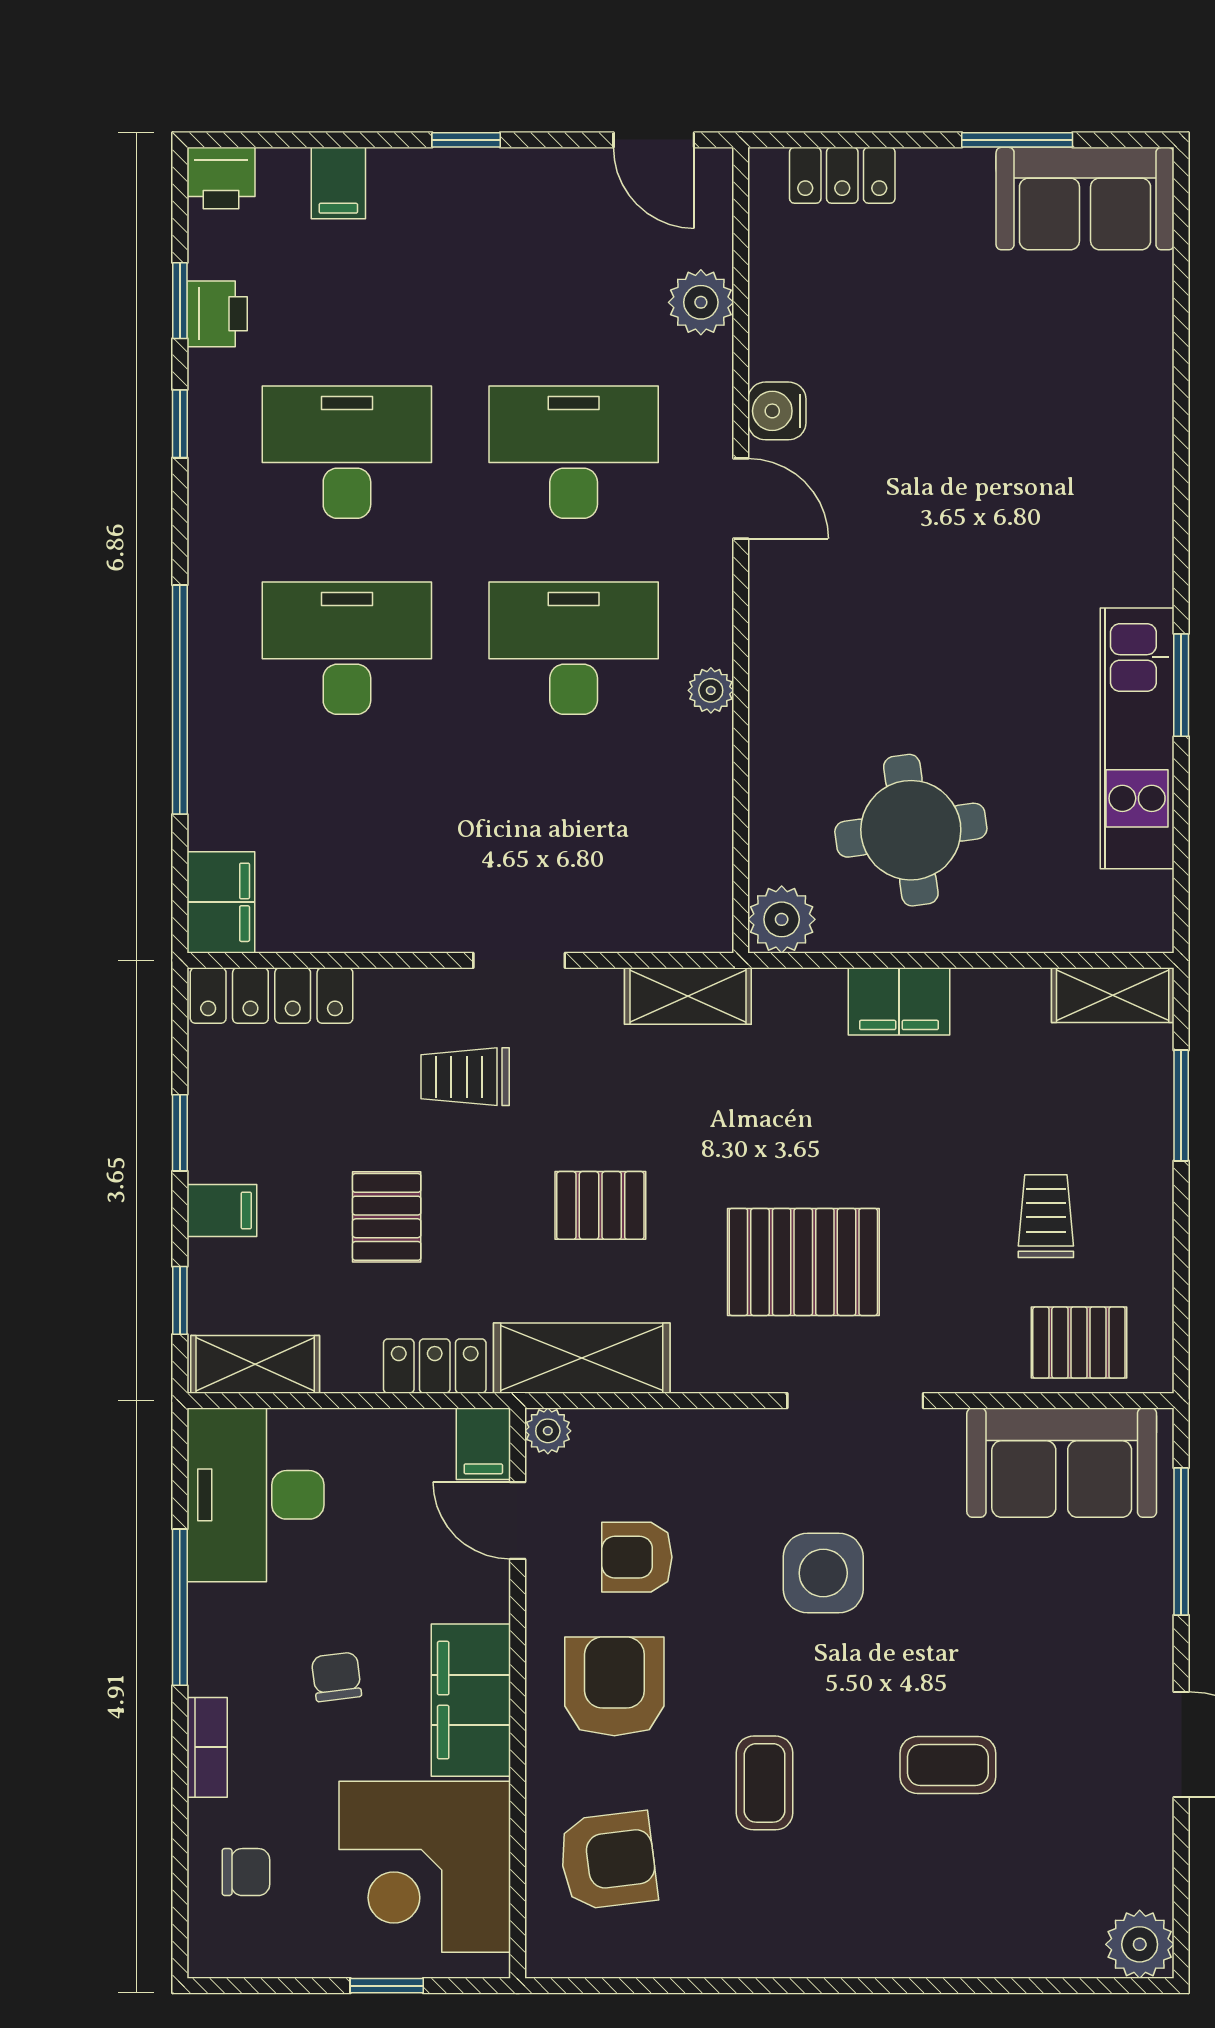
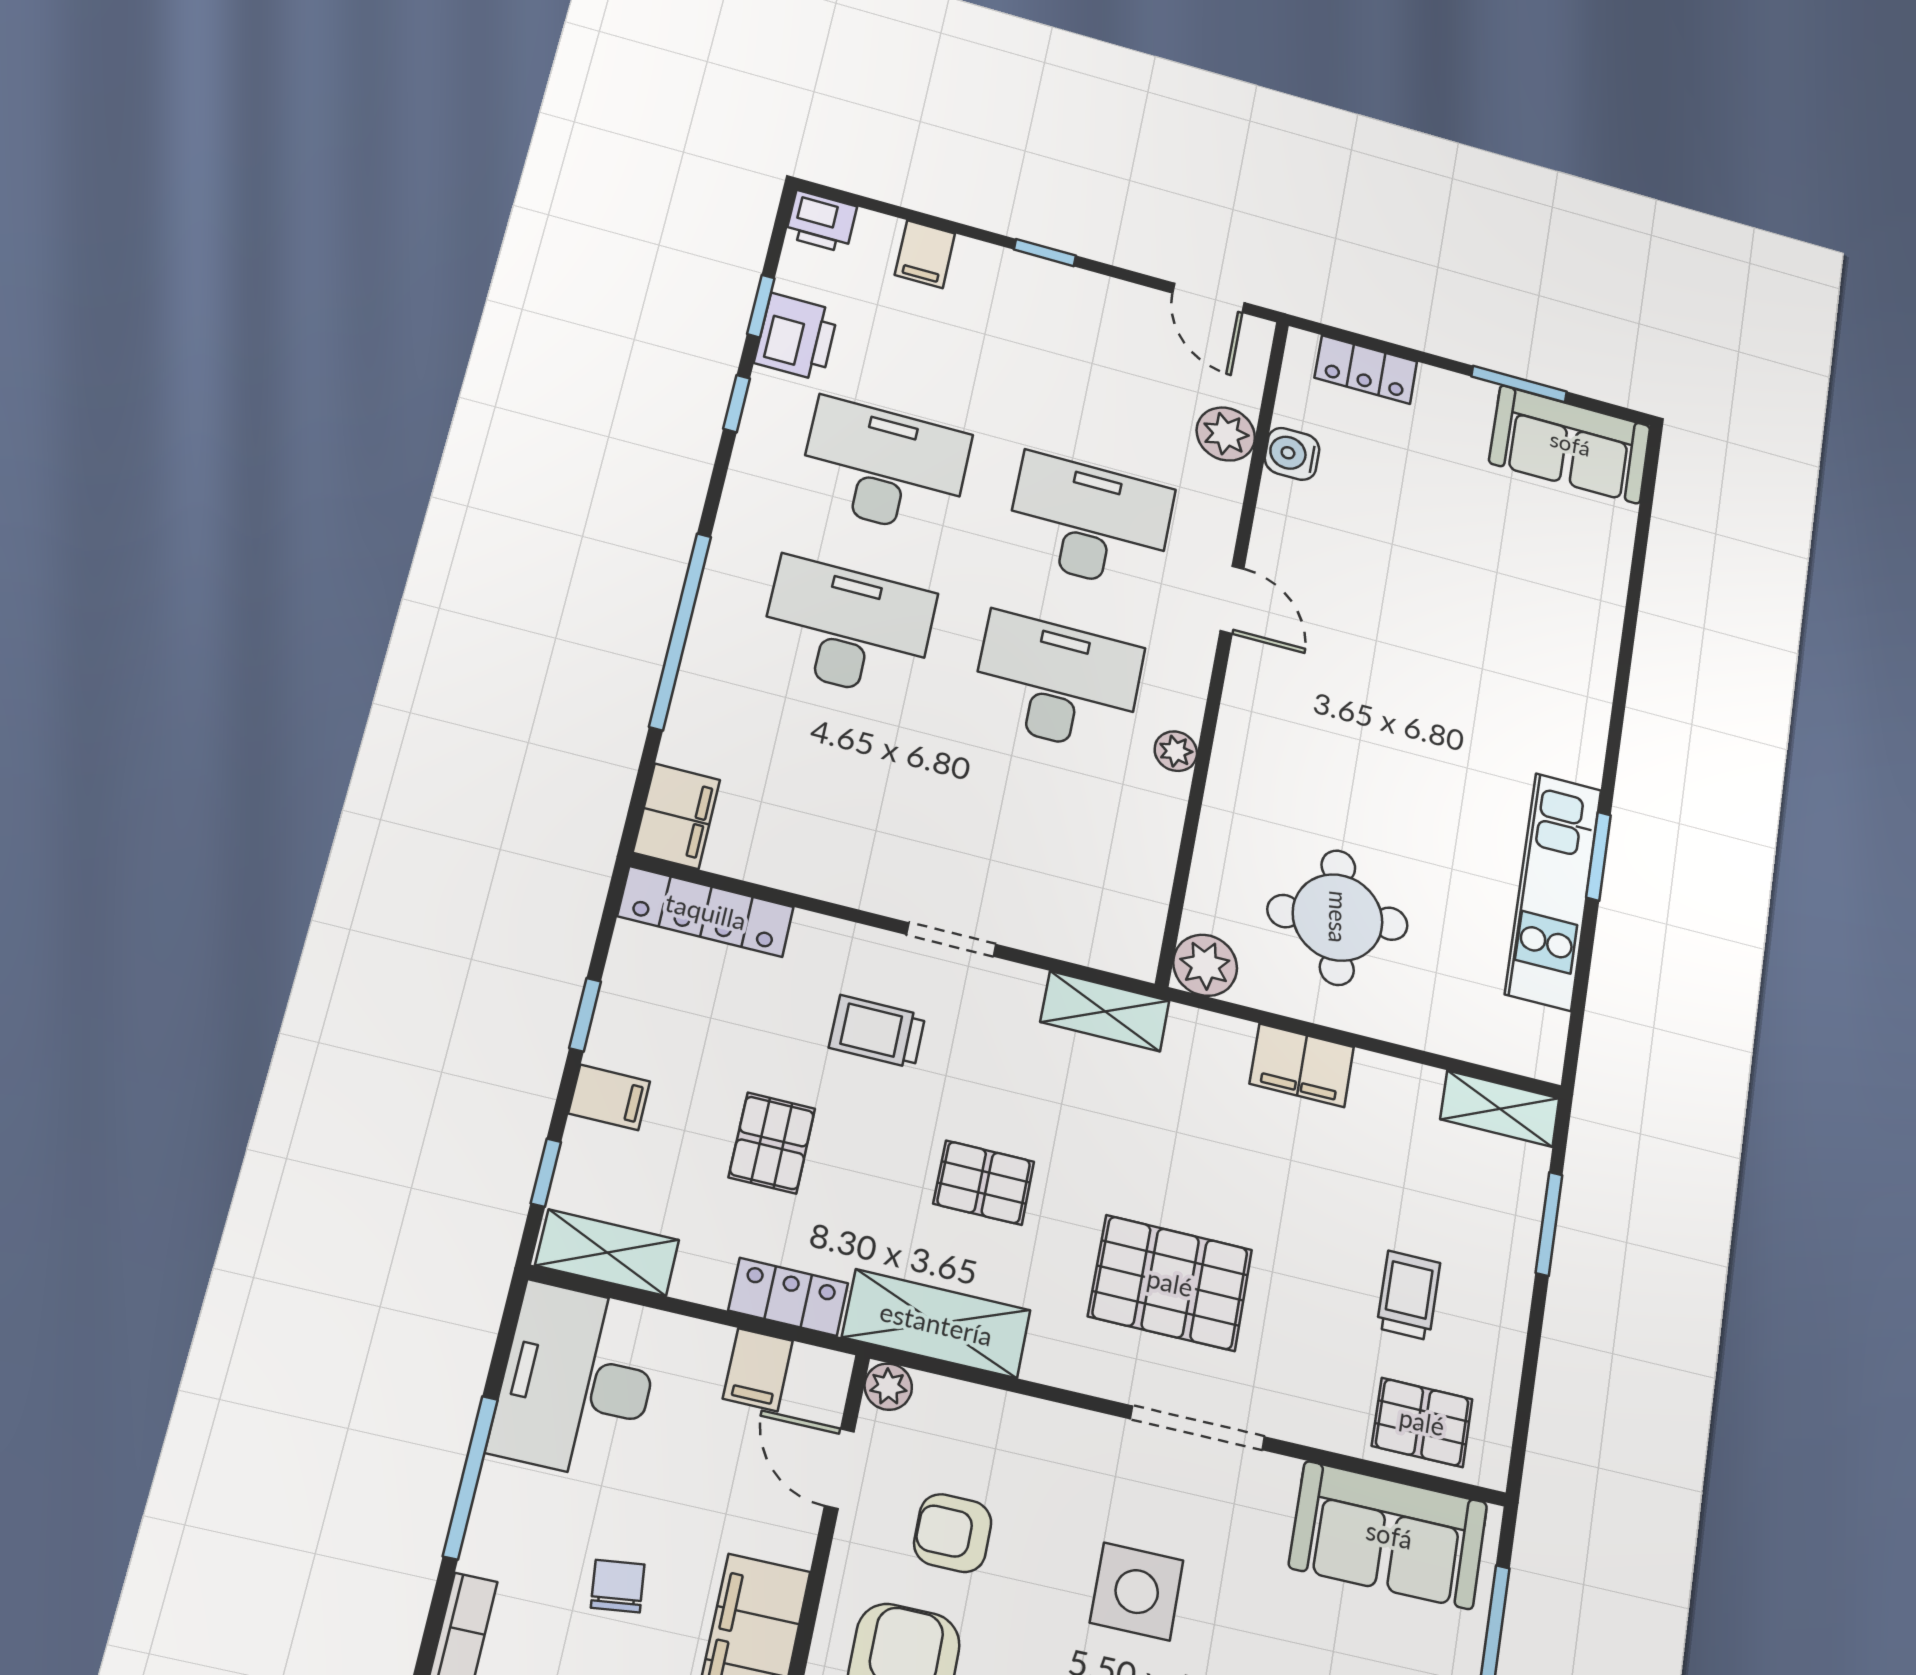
printer: (217, 314) -> (796, 337), width x1.36, depth x1.24
water cooler: (777, 411) -> (1292, 454), moved
filing cabinet: (483, 1444) -> (758, 1370), moved

